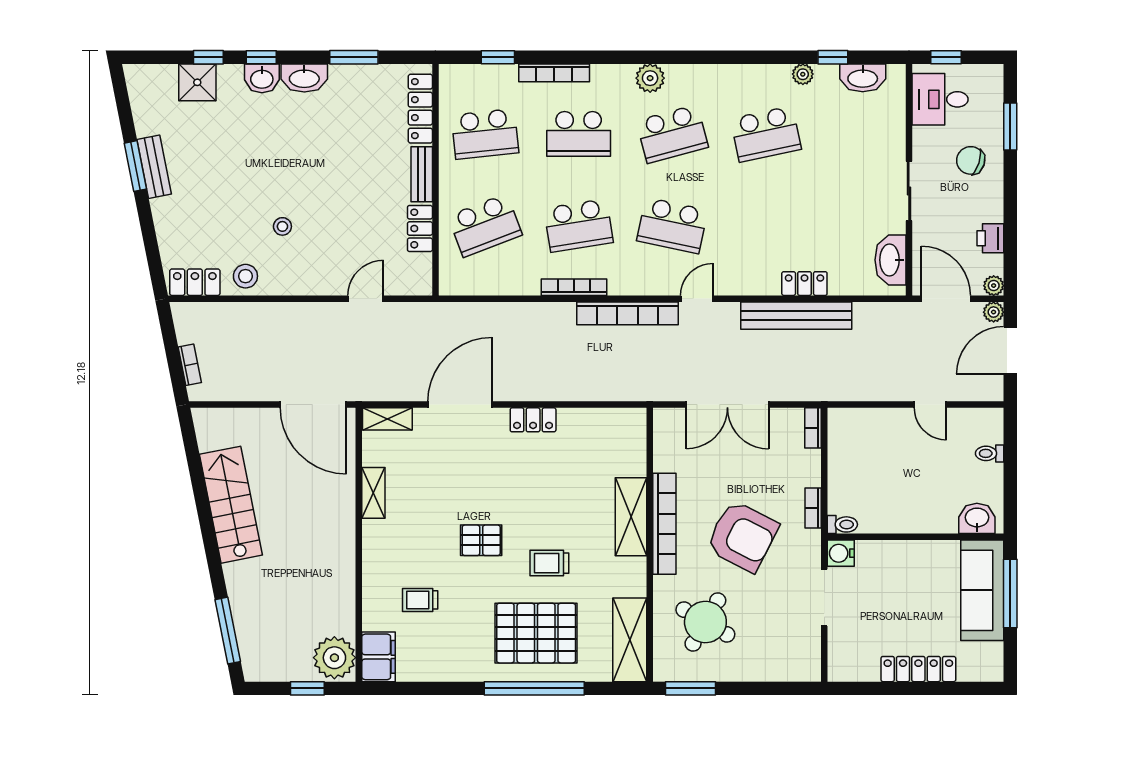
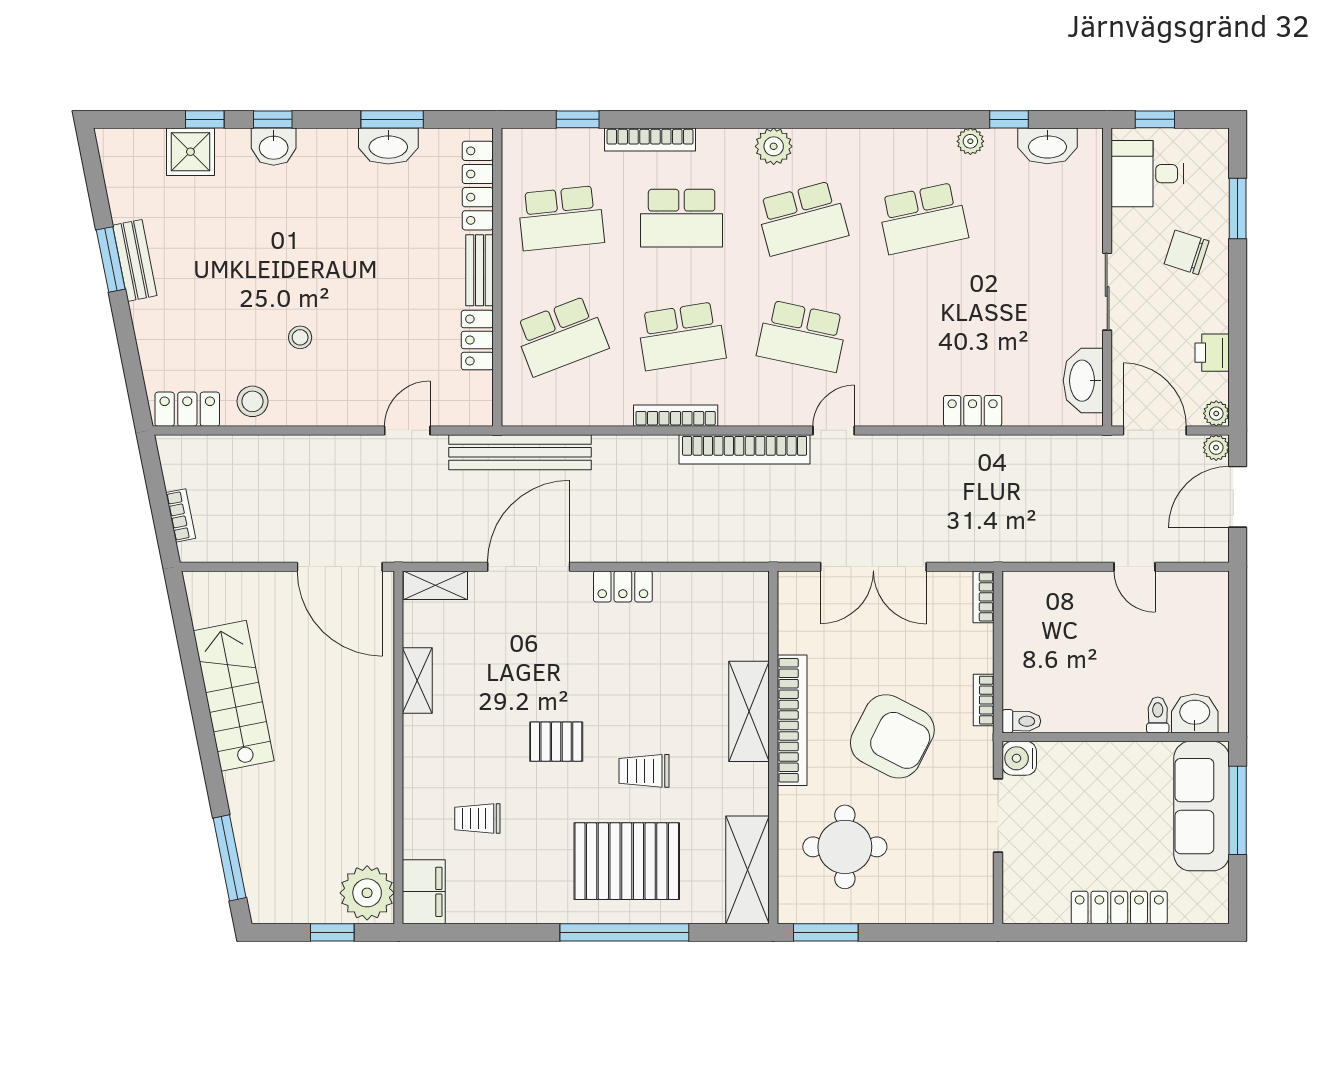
washbasin: (304, 78) -> (388, 146), moved
bench: (796, 316) -> (520, 452), moved
toilet: (990, 453) -> (1158, 715), moved, turned 90
round table: (705, 622) -> (845, 847), turned -30

